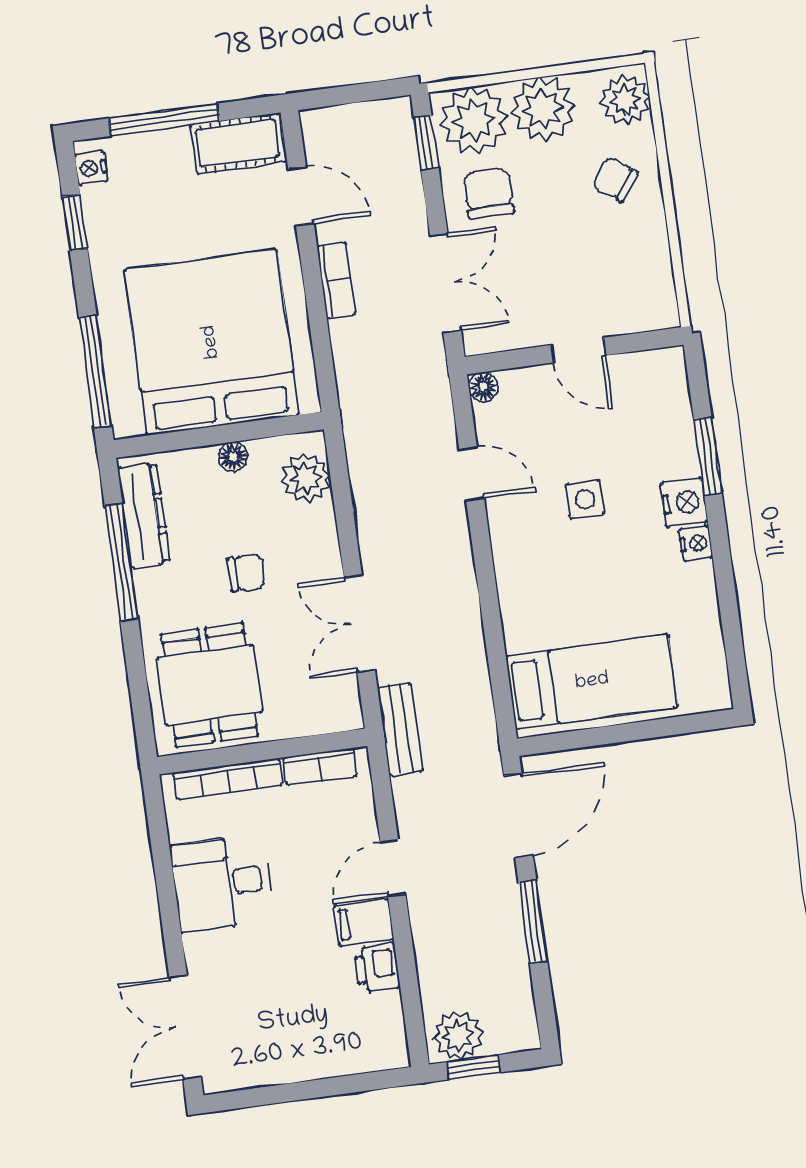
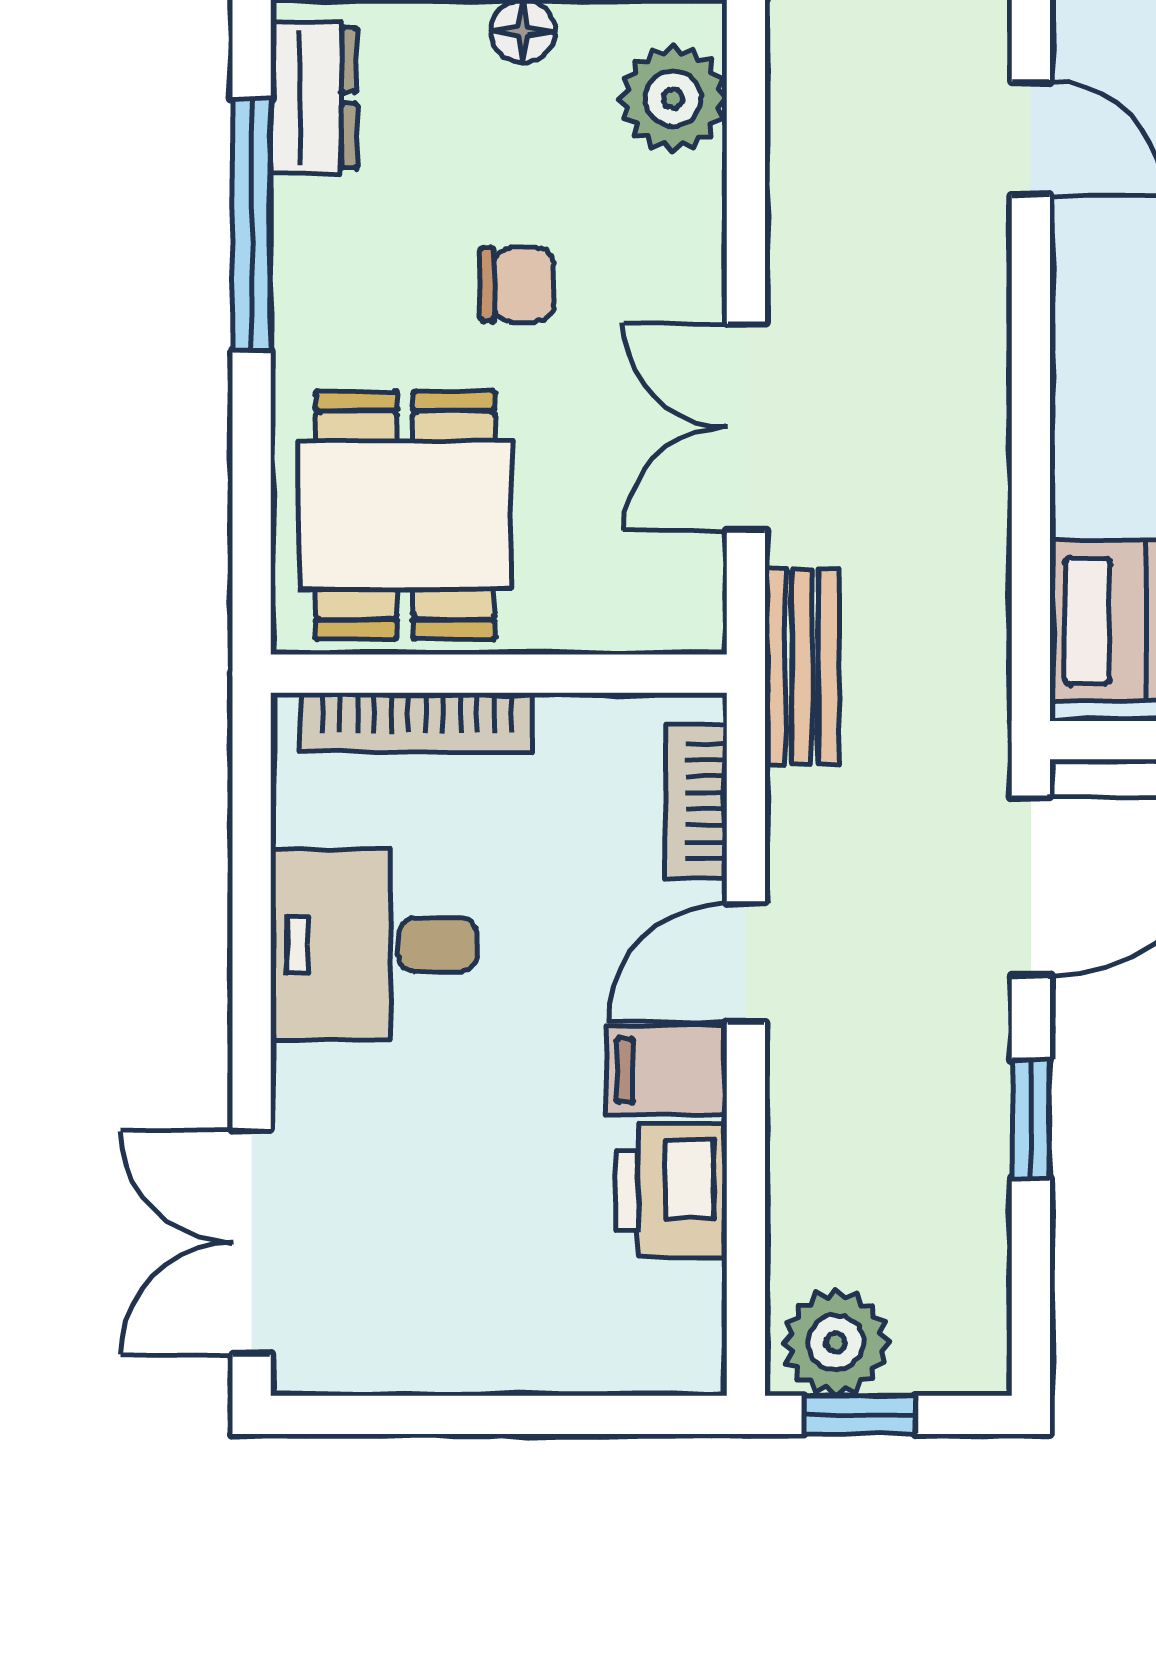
dresser: (144, 515) -> (314, 98), width x0.70
bookcase: (320, 767) -> (696, 801), moved, turned 90
window: (533, 921) -> (1031, 1119), width x0.67
printer: (377, 968) -> (671, 1191), width x1.36, depth x1.24

